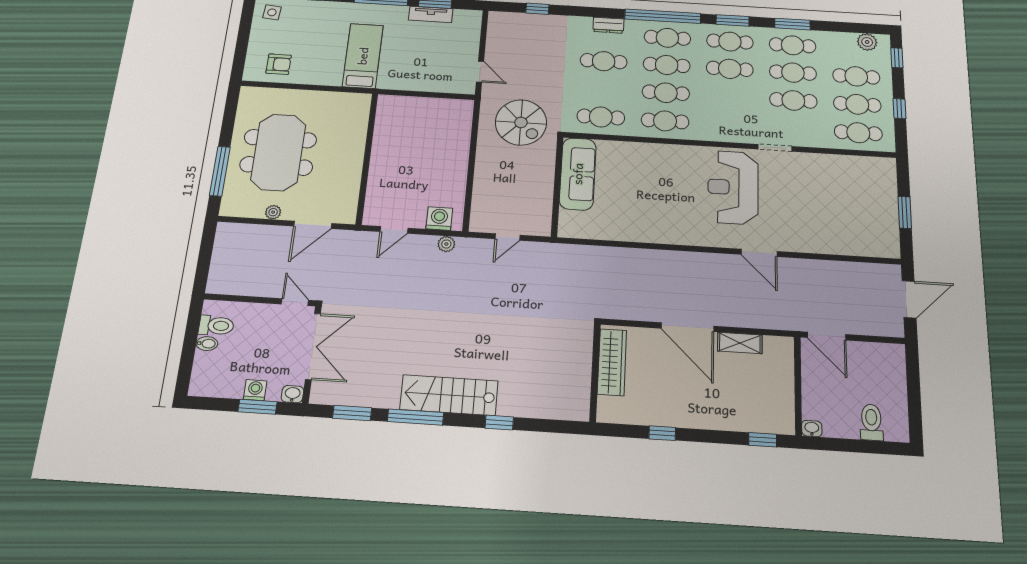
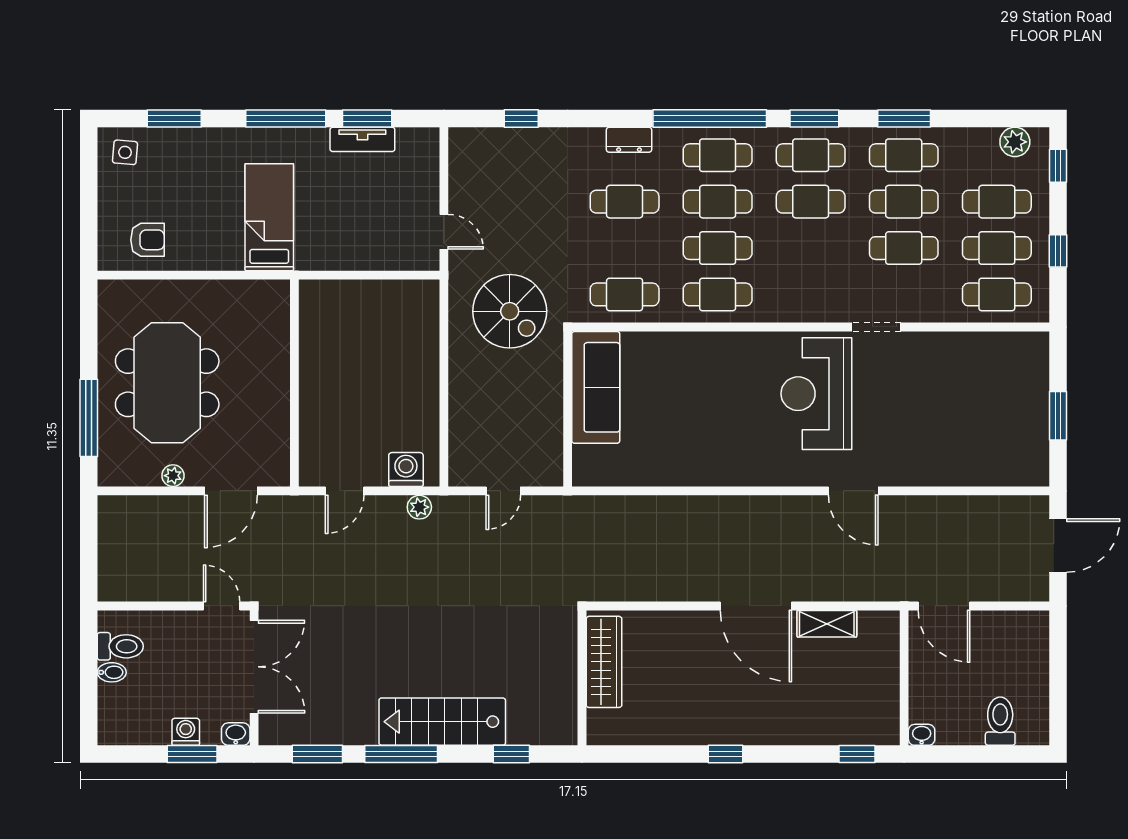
wardrobe: (612, 362) -> (604, 662), moved
wall: (595, 373) -> (582, 678), moved

